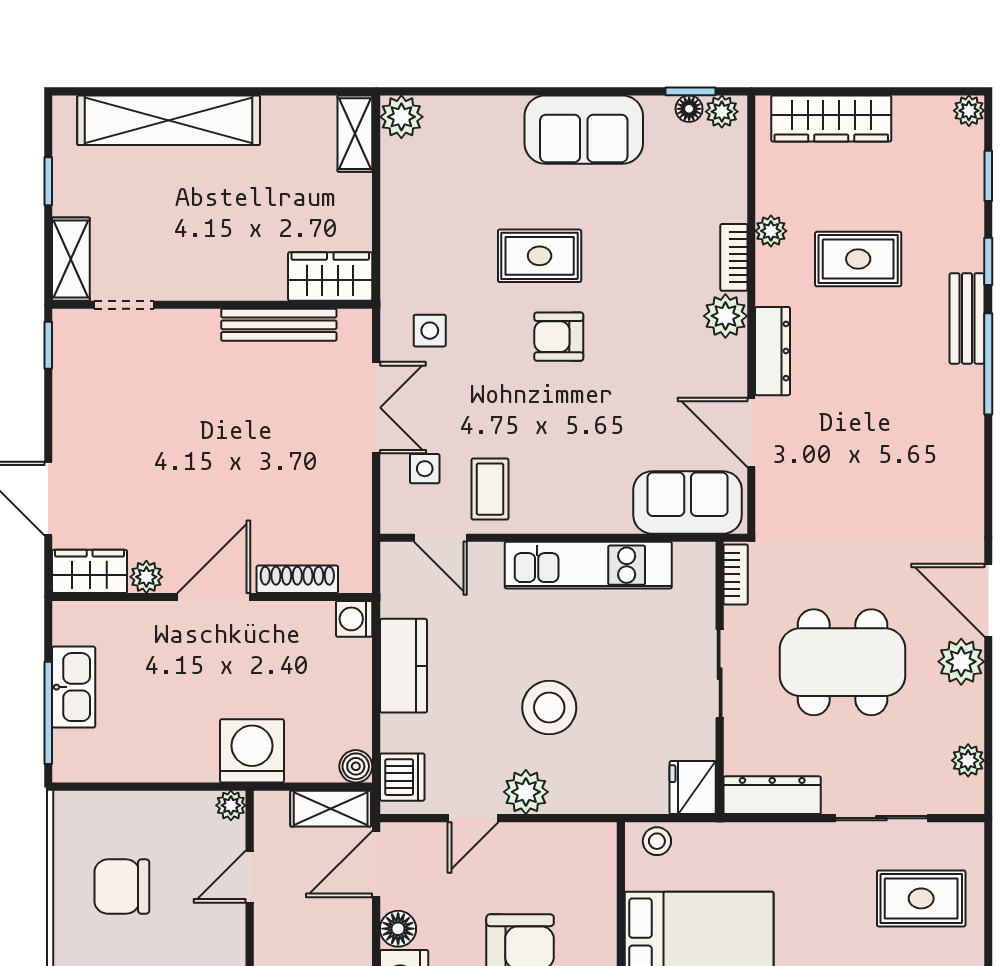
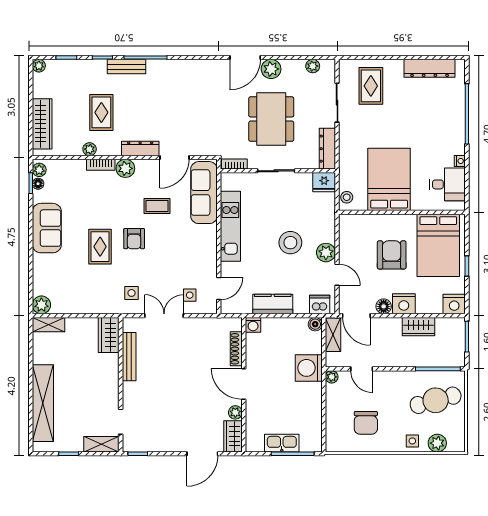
coffee table: (490, 489) -> (157, 206), moved
sofa: (688, 502) -> (204, 193), width x1.36

